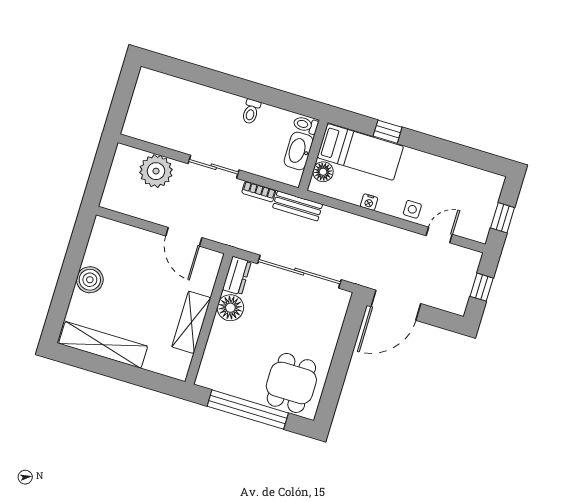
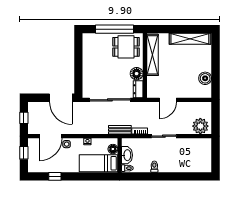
window: (388, 132) -> (55, 176), moved
plant: (156, 171) -> (200, 126), moved
door: (439, 235) -> (51, 136), width x1.88
door: (184, 237) -> (168, 100), swing flipped
boiler: (90, 280) -> (205, 78), moved
door: (396, 305) -> (61, 98), swing flipped
shelving: (191, 322) -> (153, 55), width x1.47
dining table: (291, 383) -> (126, 47), moved, turned 90

